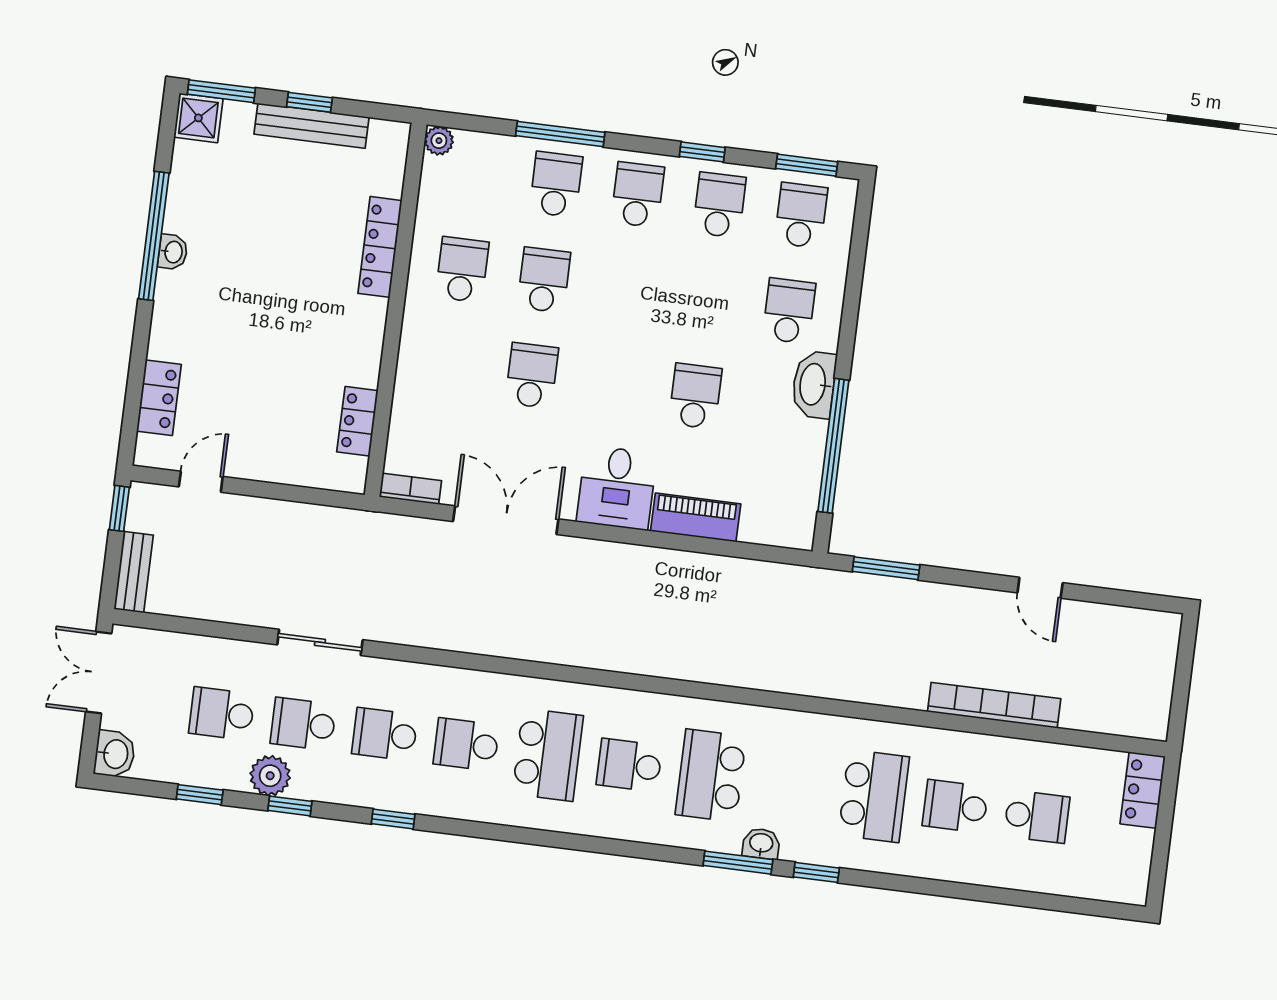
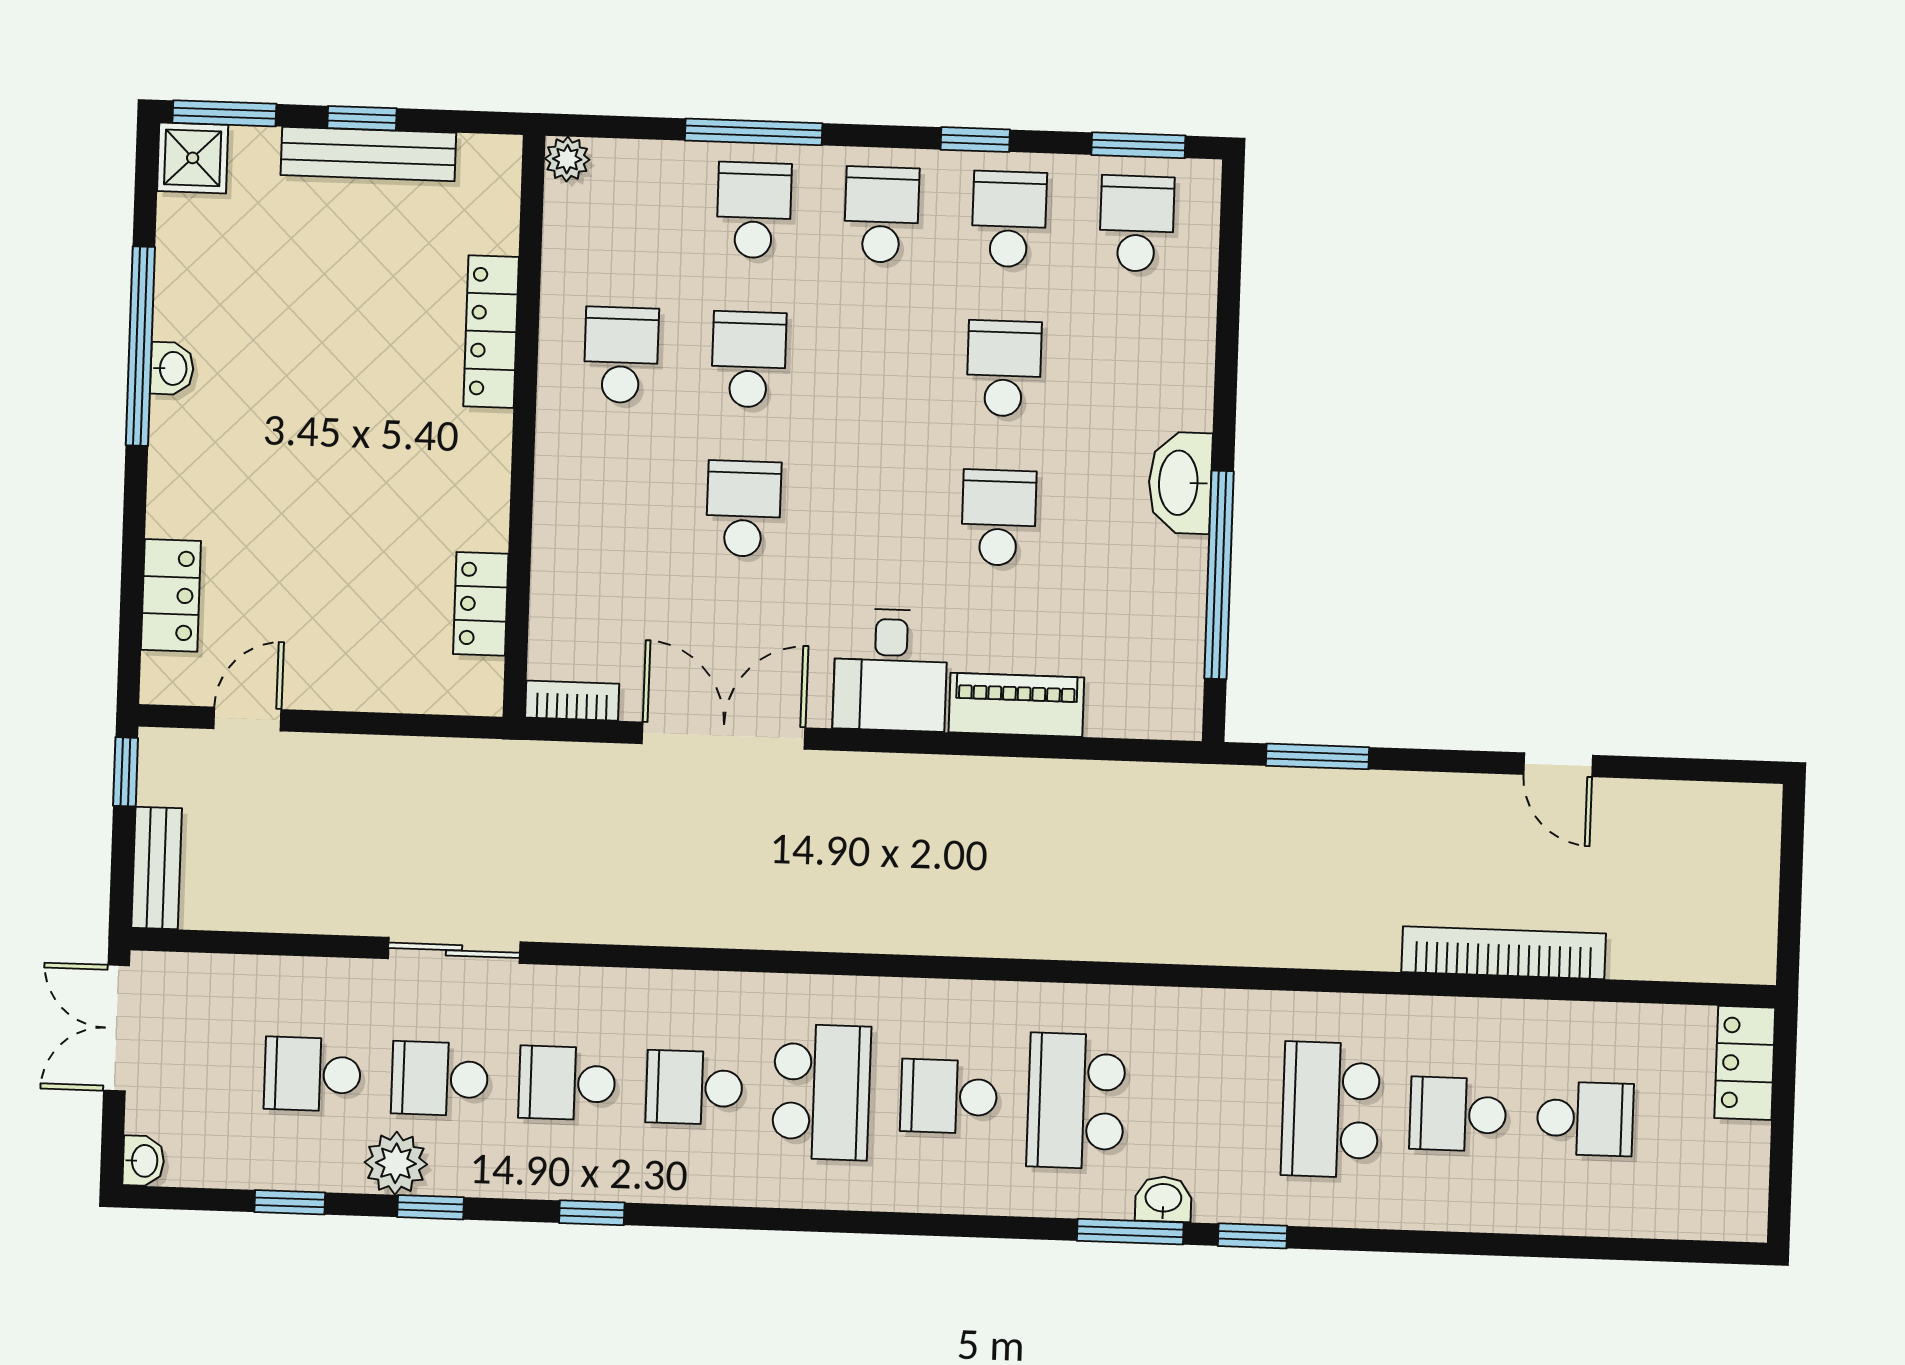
school desk: (789, 311) -> (1004, 368), moved
washbasin: (115, 754) -> (143, 1161), width x0.72, depth x0.69
school desk: (874, 796) -> (1331, 1110), turned 180

